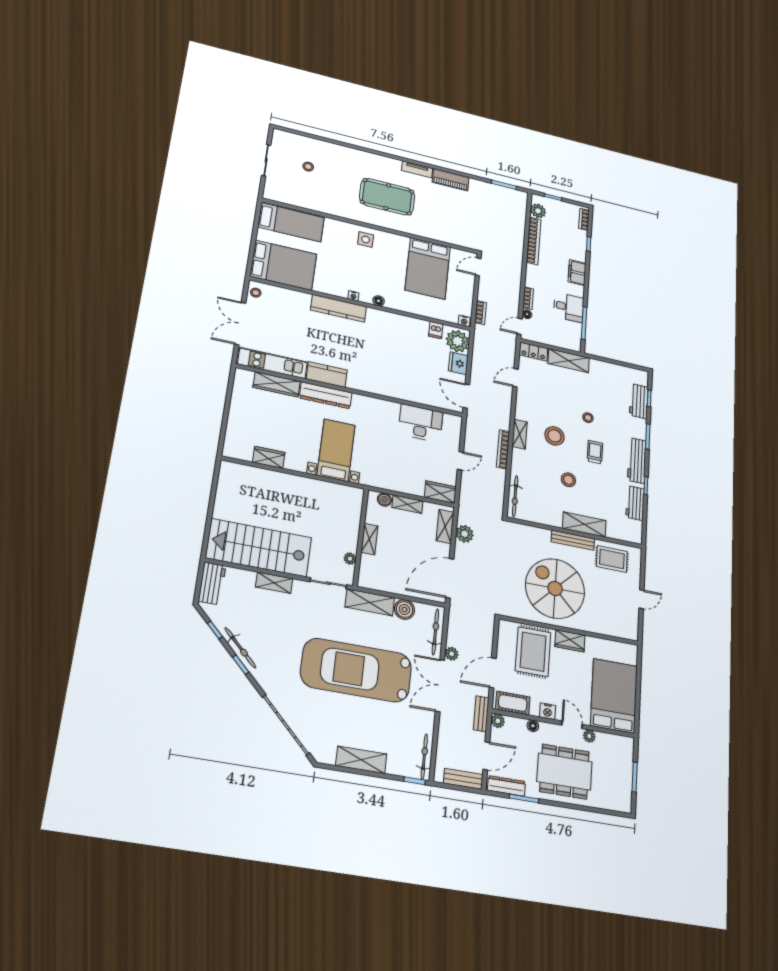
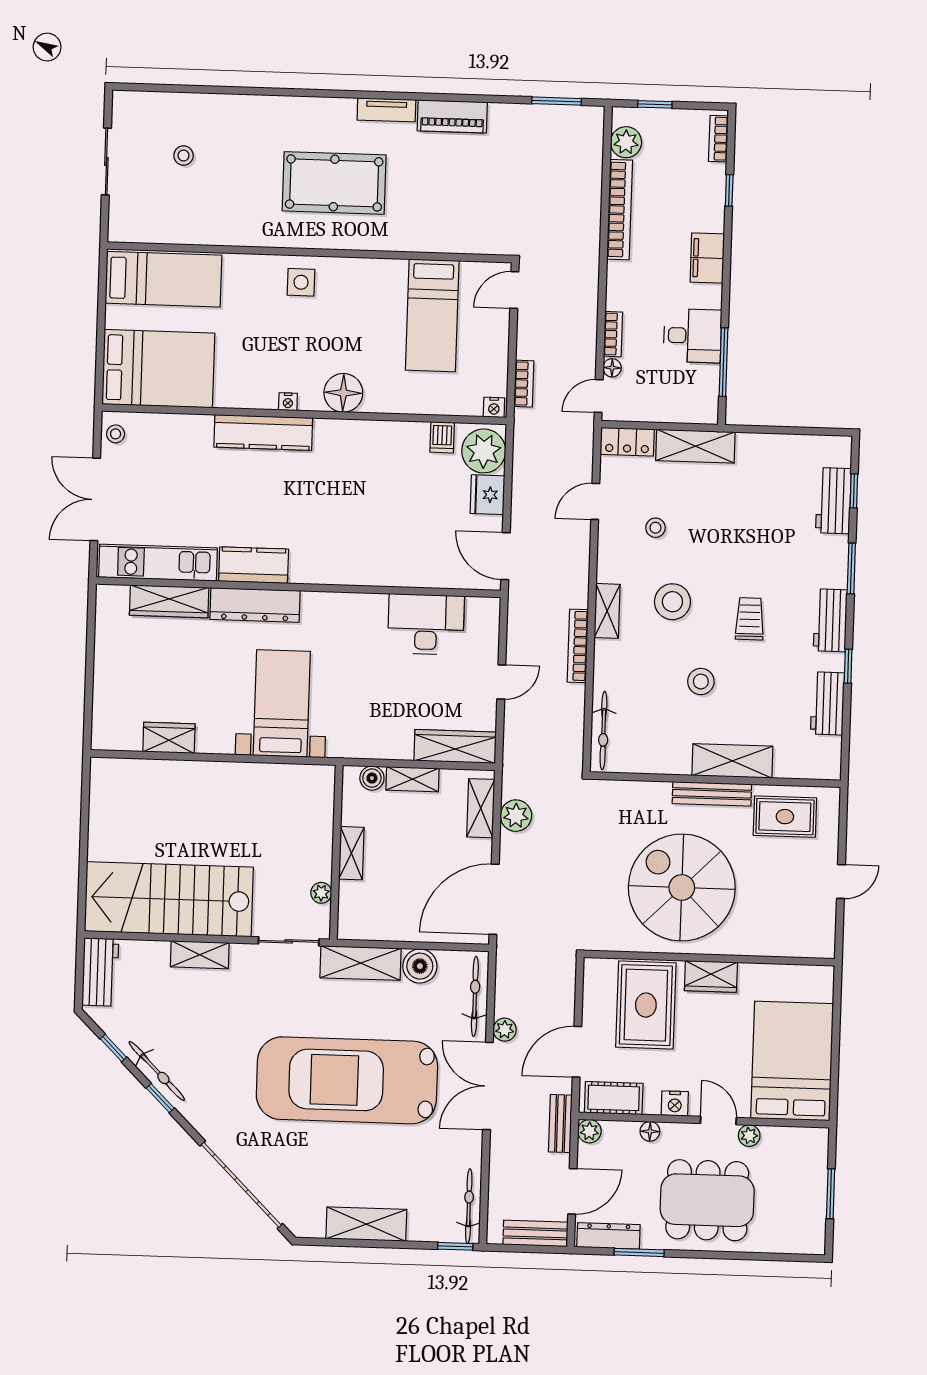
bed: (428, 268) -> (432, 315), width x0.67
floor lamp: (379, 301) -> (343, 393), width x1.89, depth x1.89
stool: (588, 418) -> (655, 528), moved
workbench: (637, 461) -> (830, 620), width x0.73
wardrobe: (440, 492) -> (455, 746), width x1.50

